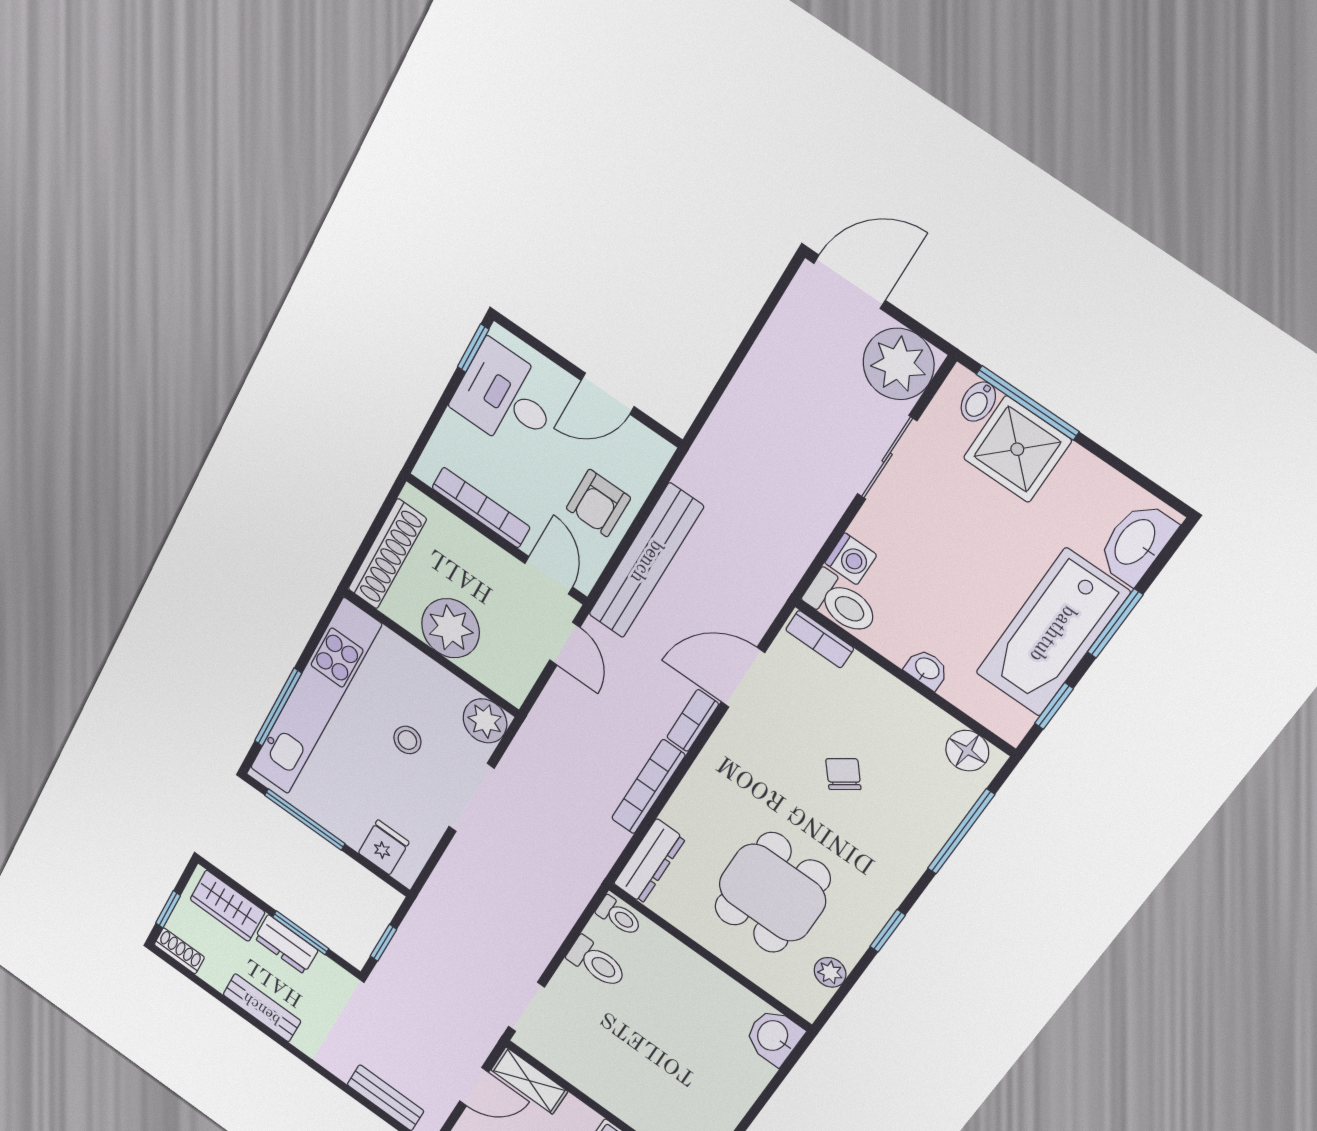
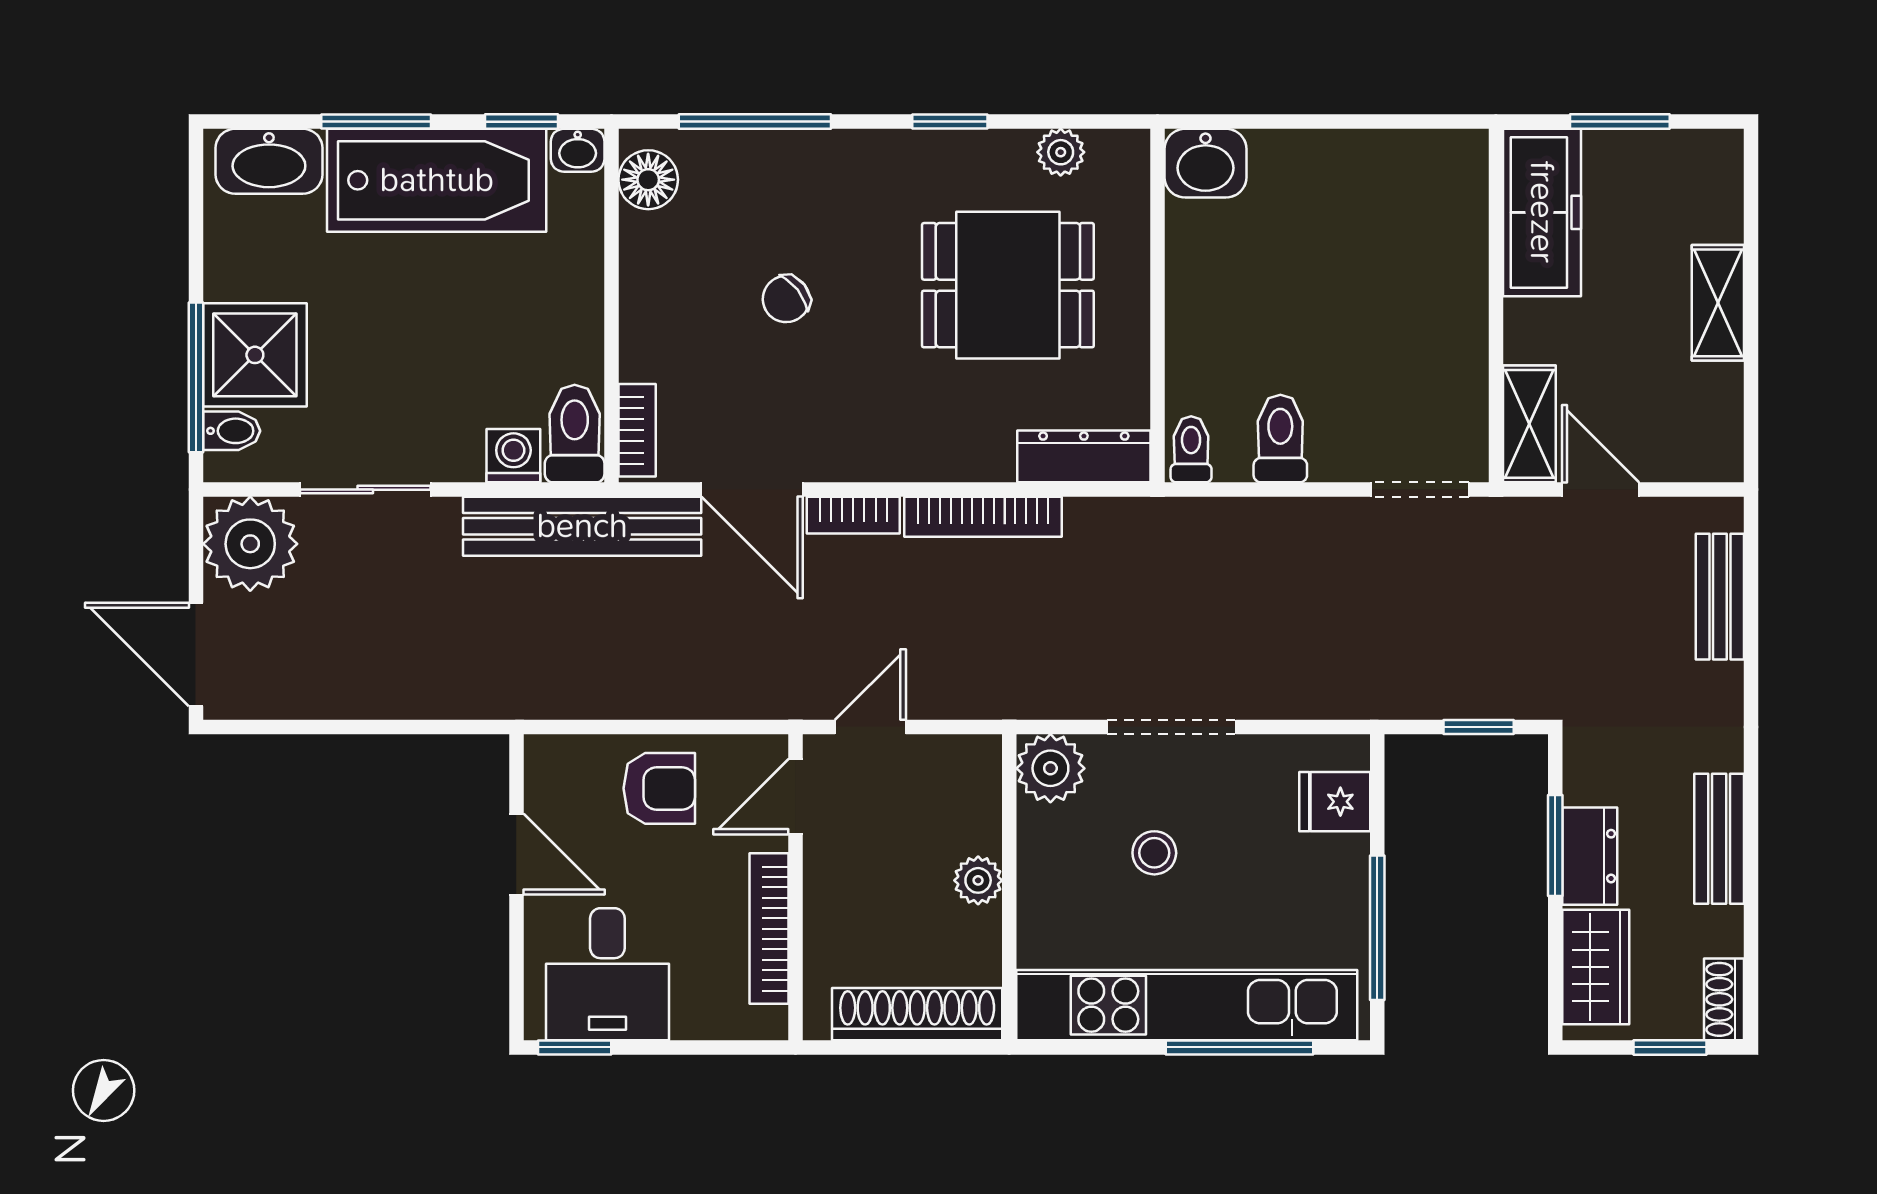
bench: (646, 561) -> (582, 526), moved
plant: (450, 628) -> (978, 880), width x0.53, depth x0.53
washbasin: (927, 669) -> (578, 150), moved, turned -90

